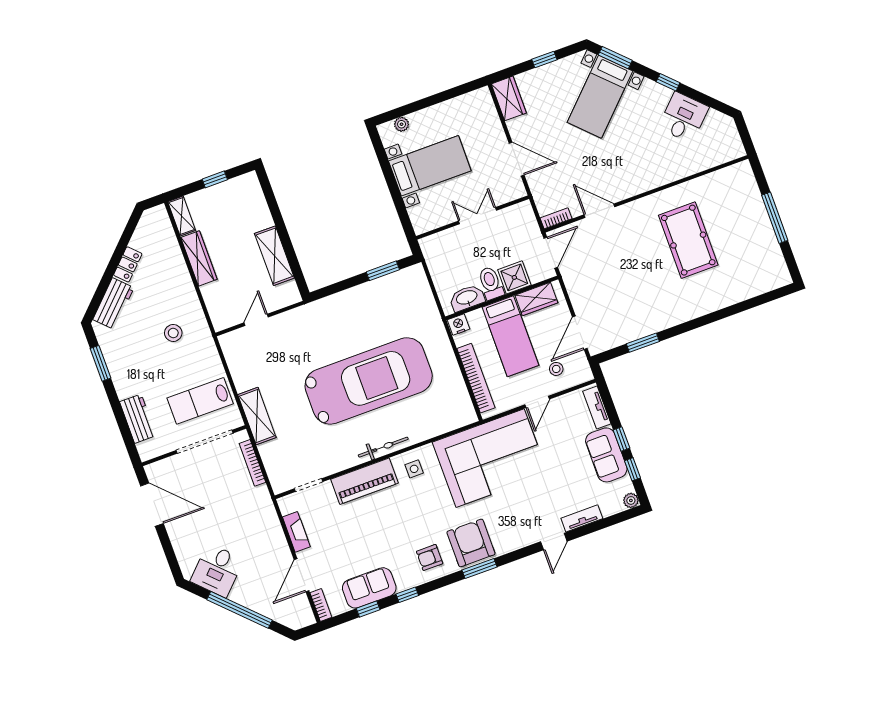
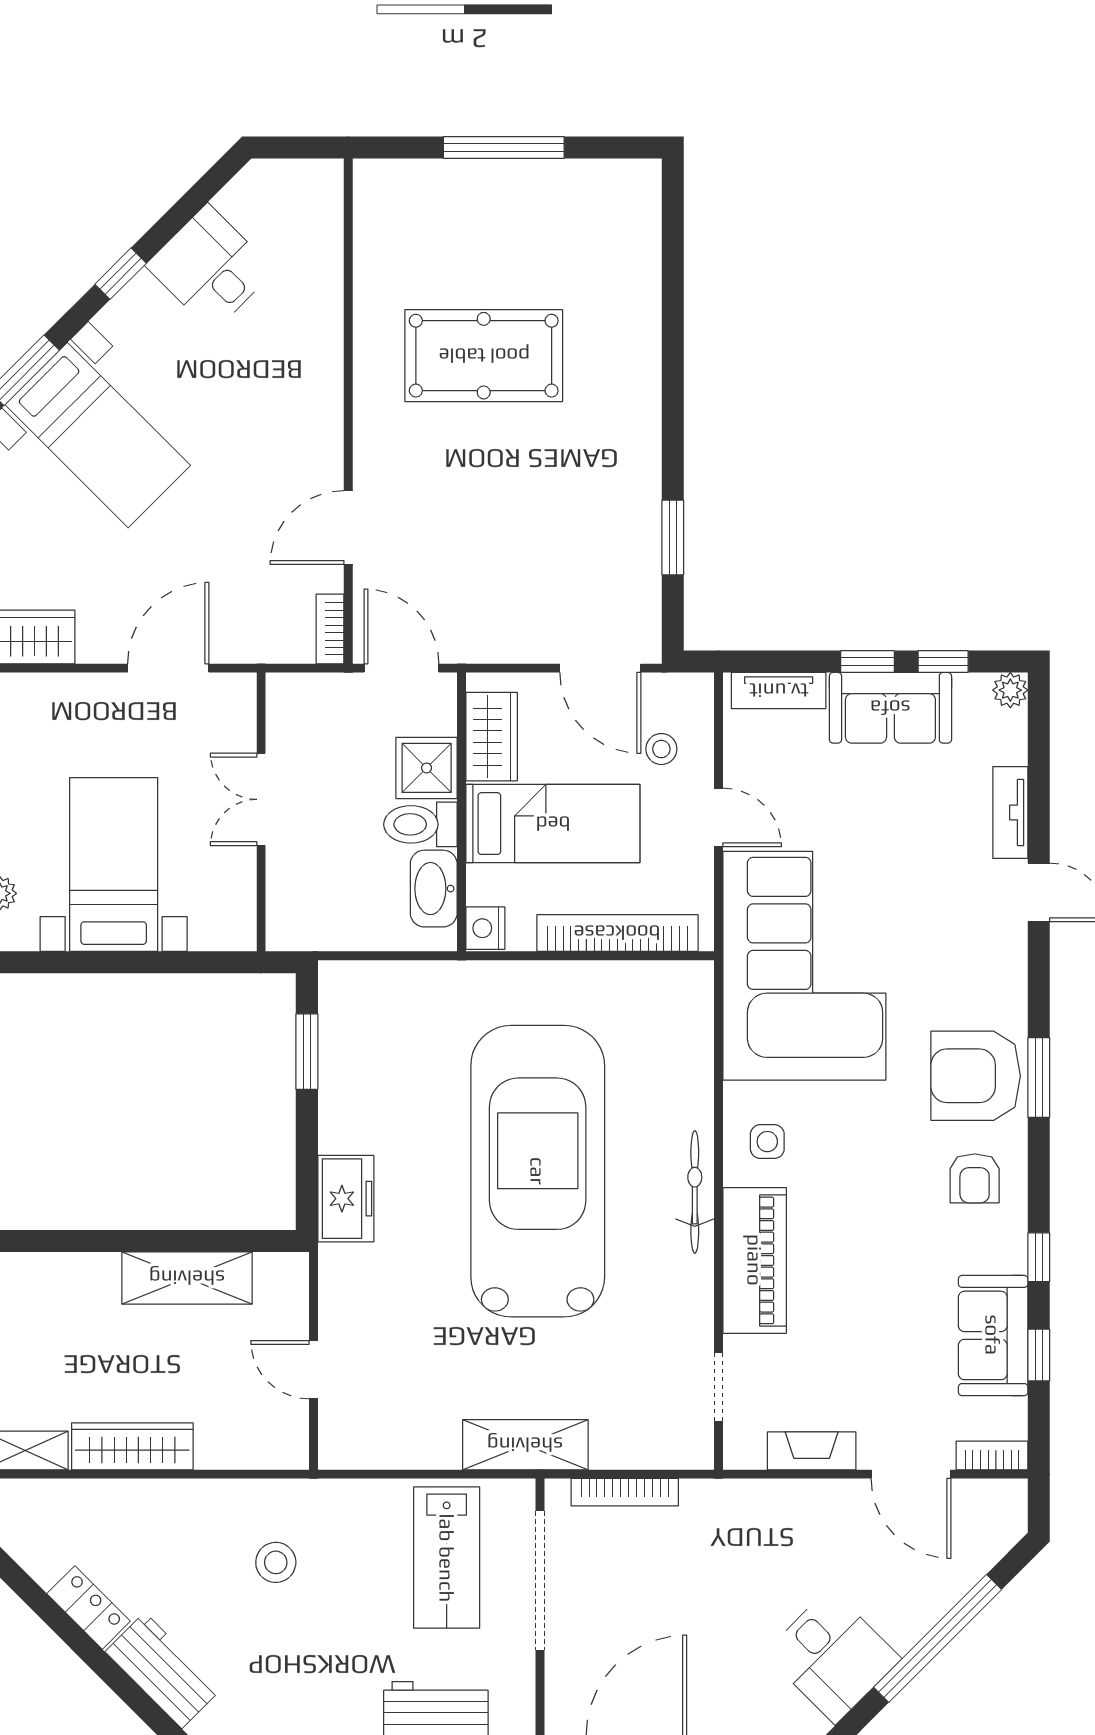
freezer: (330, 308) -> (346, 1199), added

